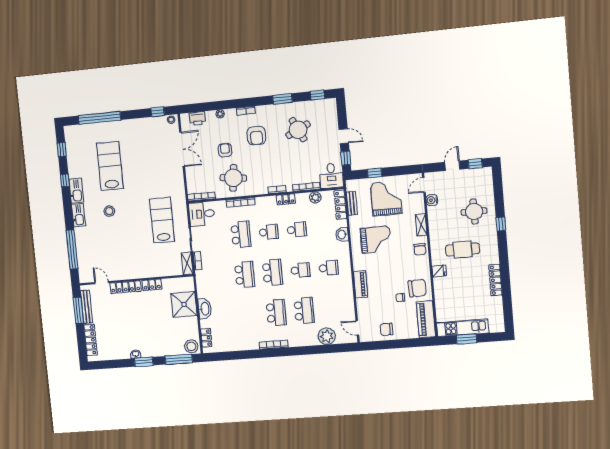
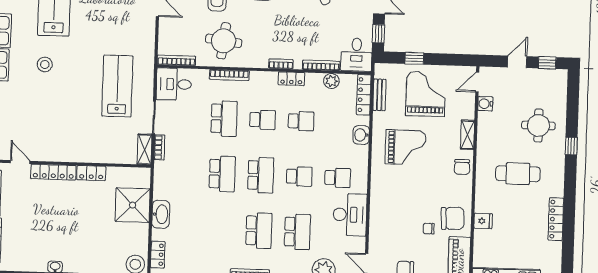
fridge: (439, 271) -> (483, 221), moved
piano: (361, 284) -> (378, 205), removed
desk: (341, 294) -> (350, 215), added

